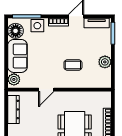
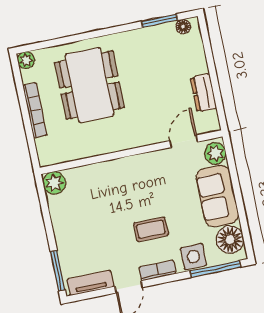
plant: (105, 62) -> (54, 183), moved
coffee table: (73, 65) -> (151, 229), moved
door: (46, 90) -> (184, 141), moved
dresser: (13, 109) -> (203, 93), width x0.70

